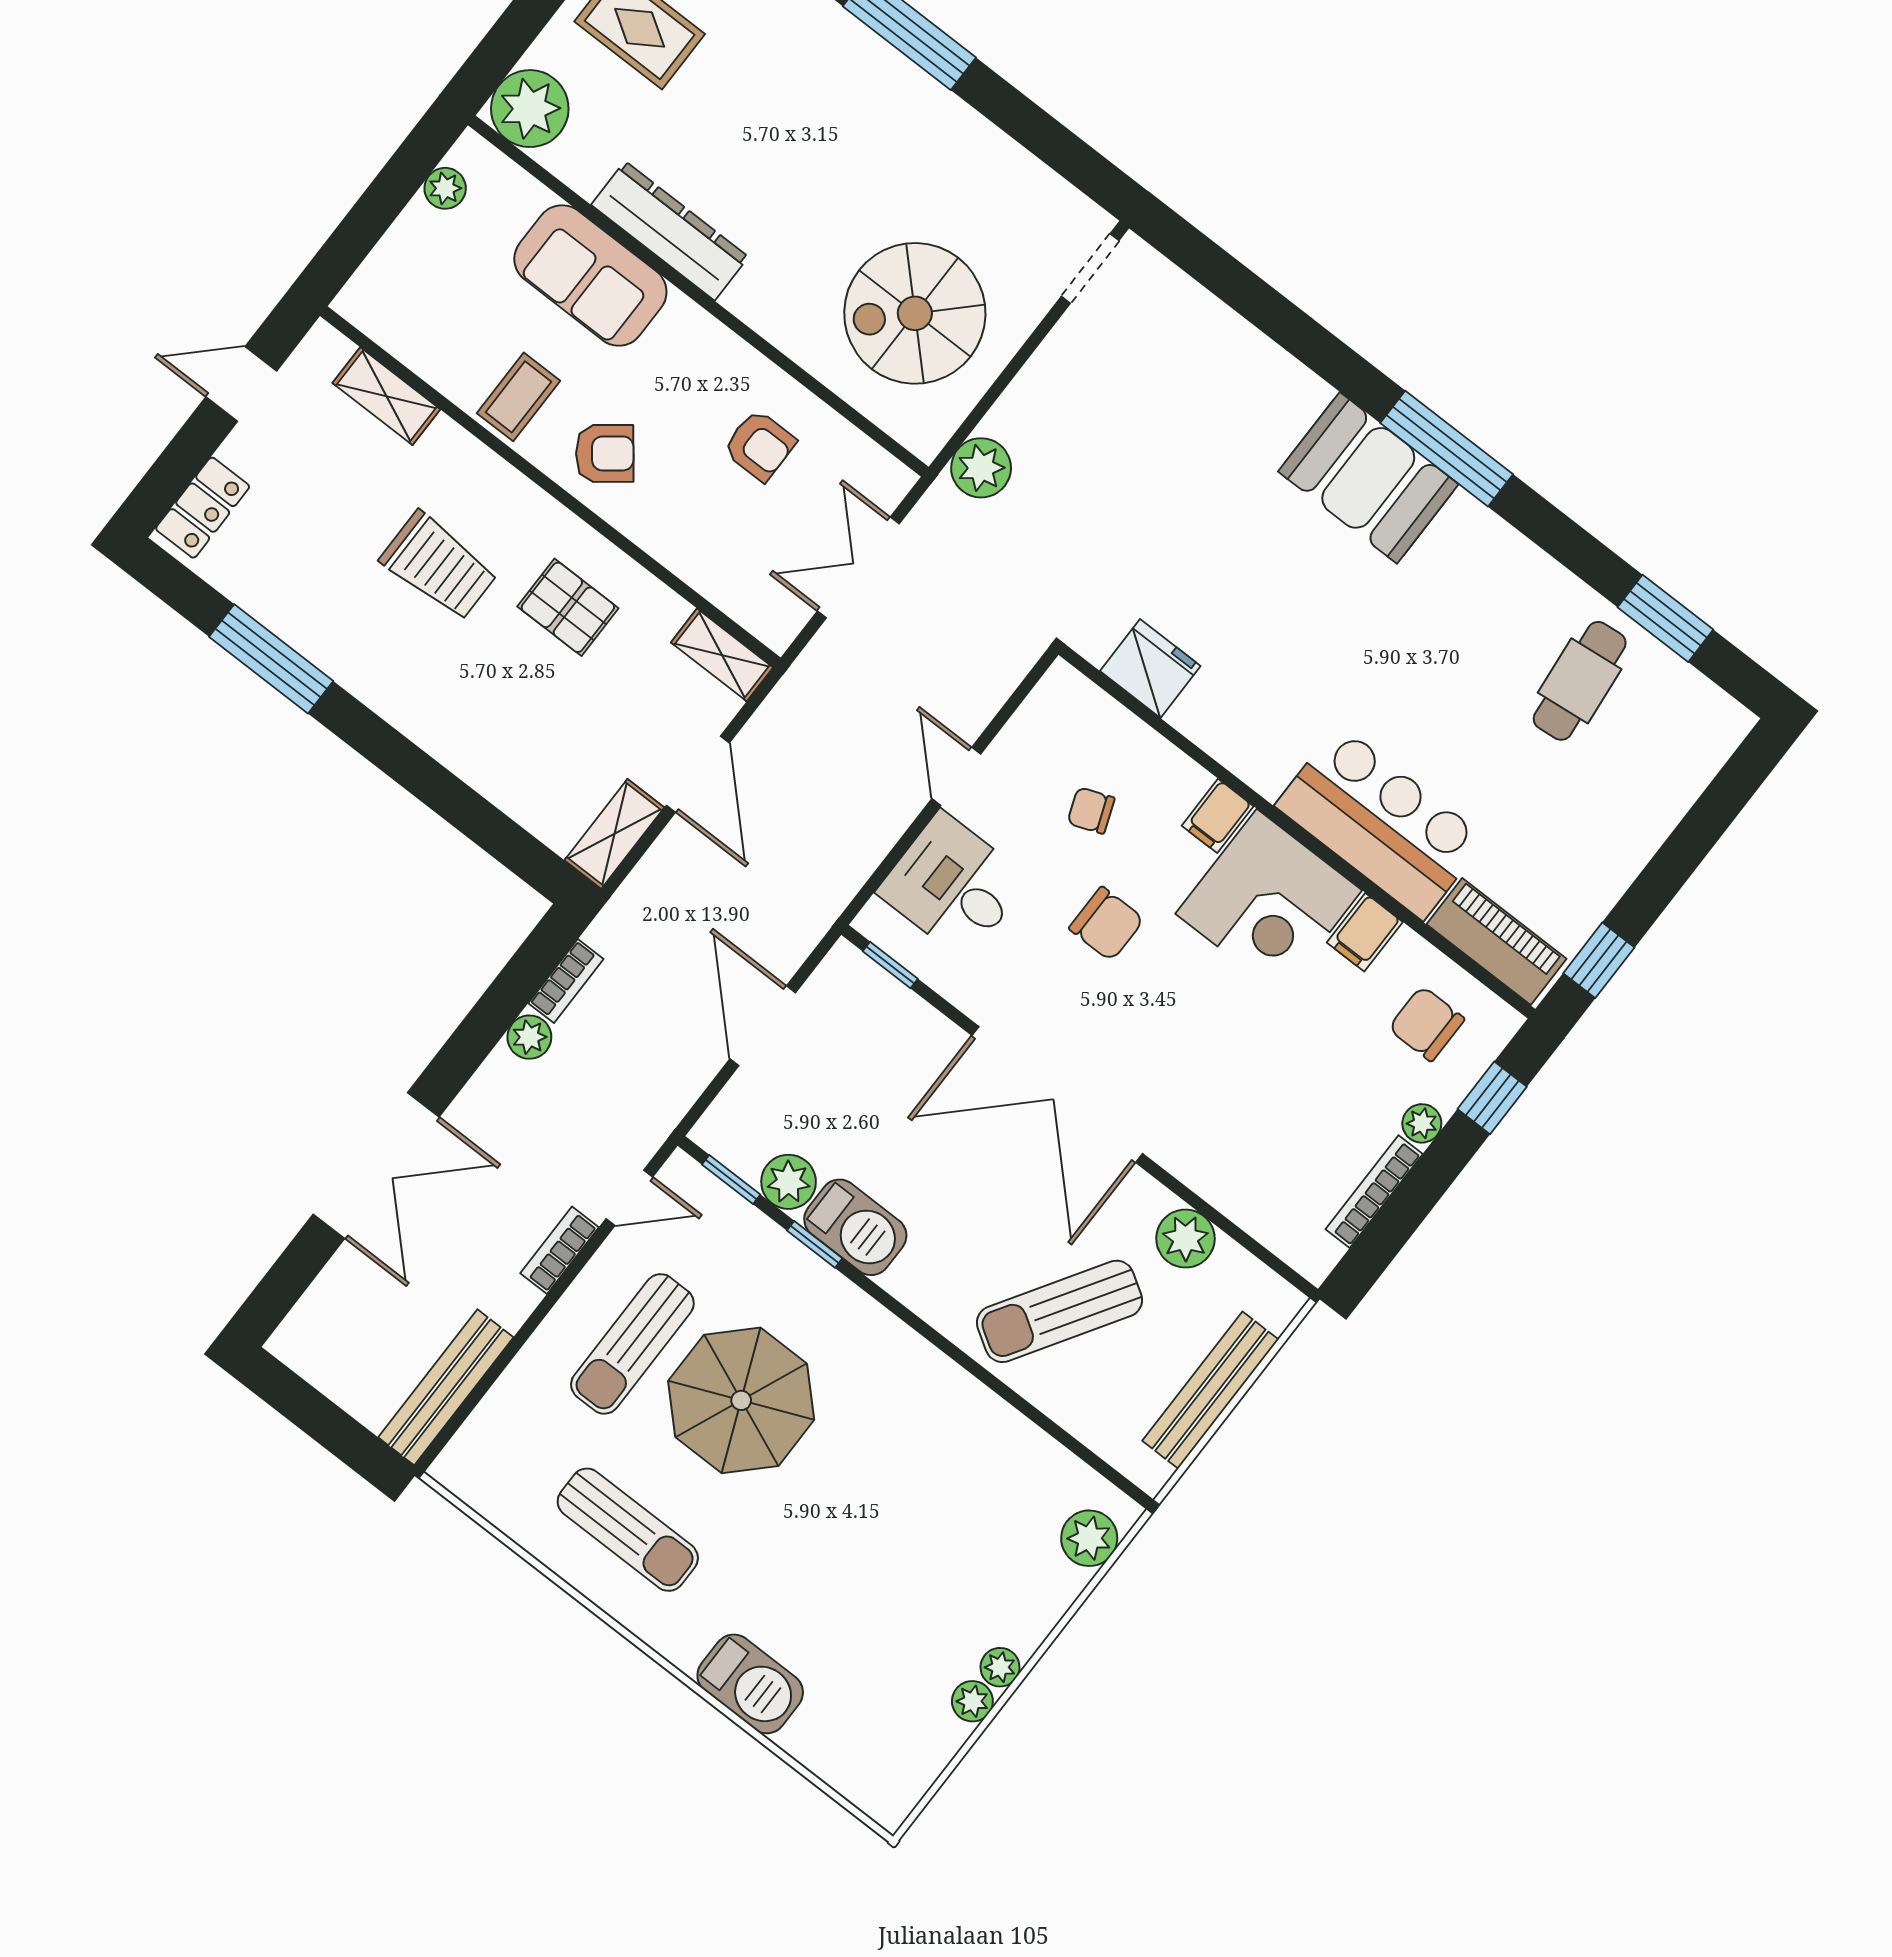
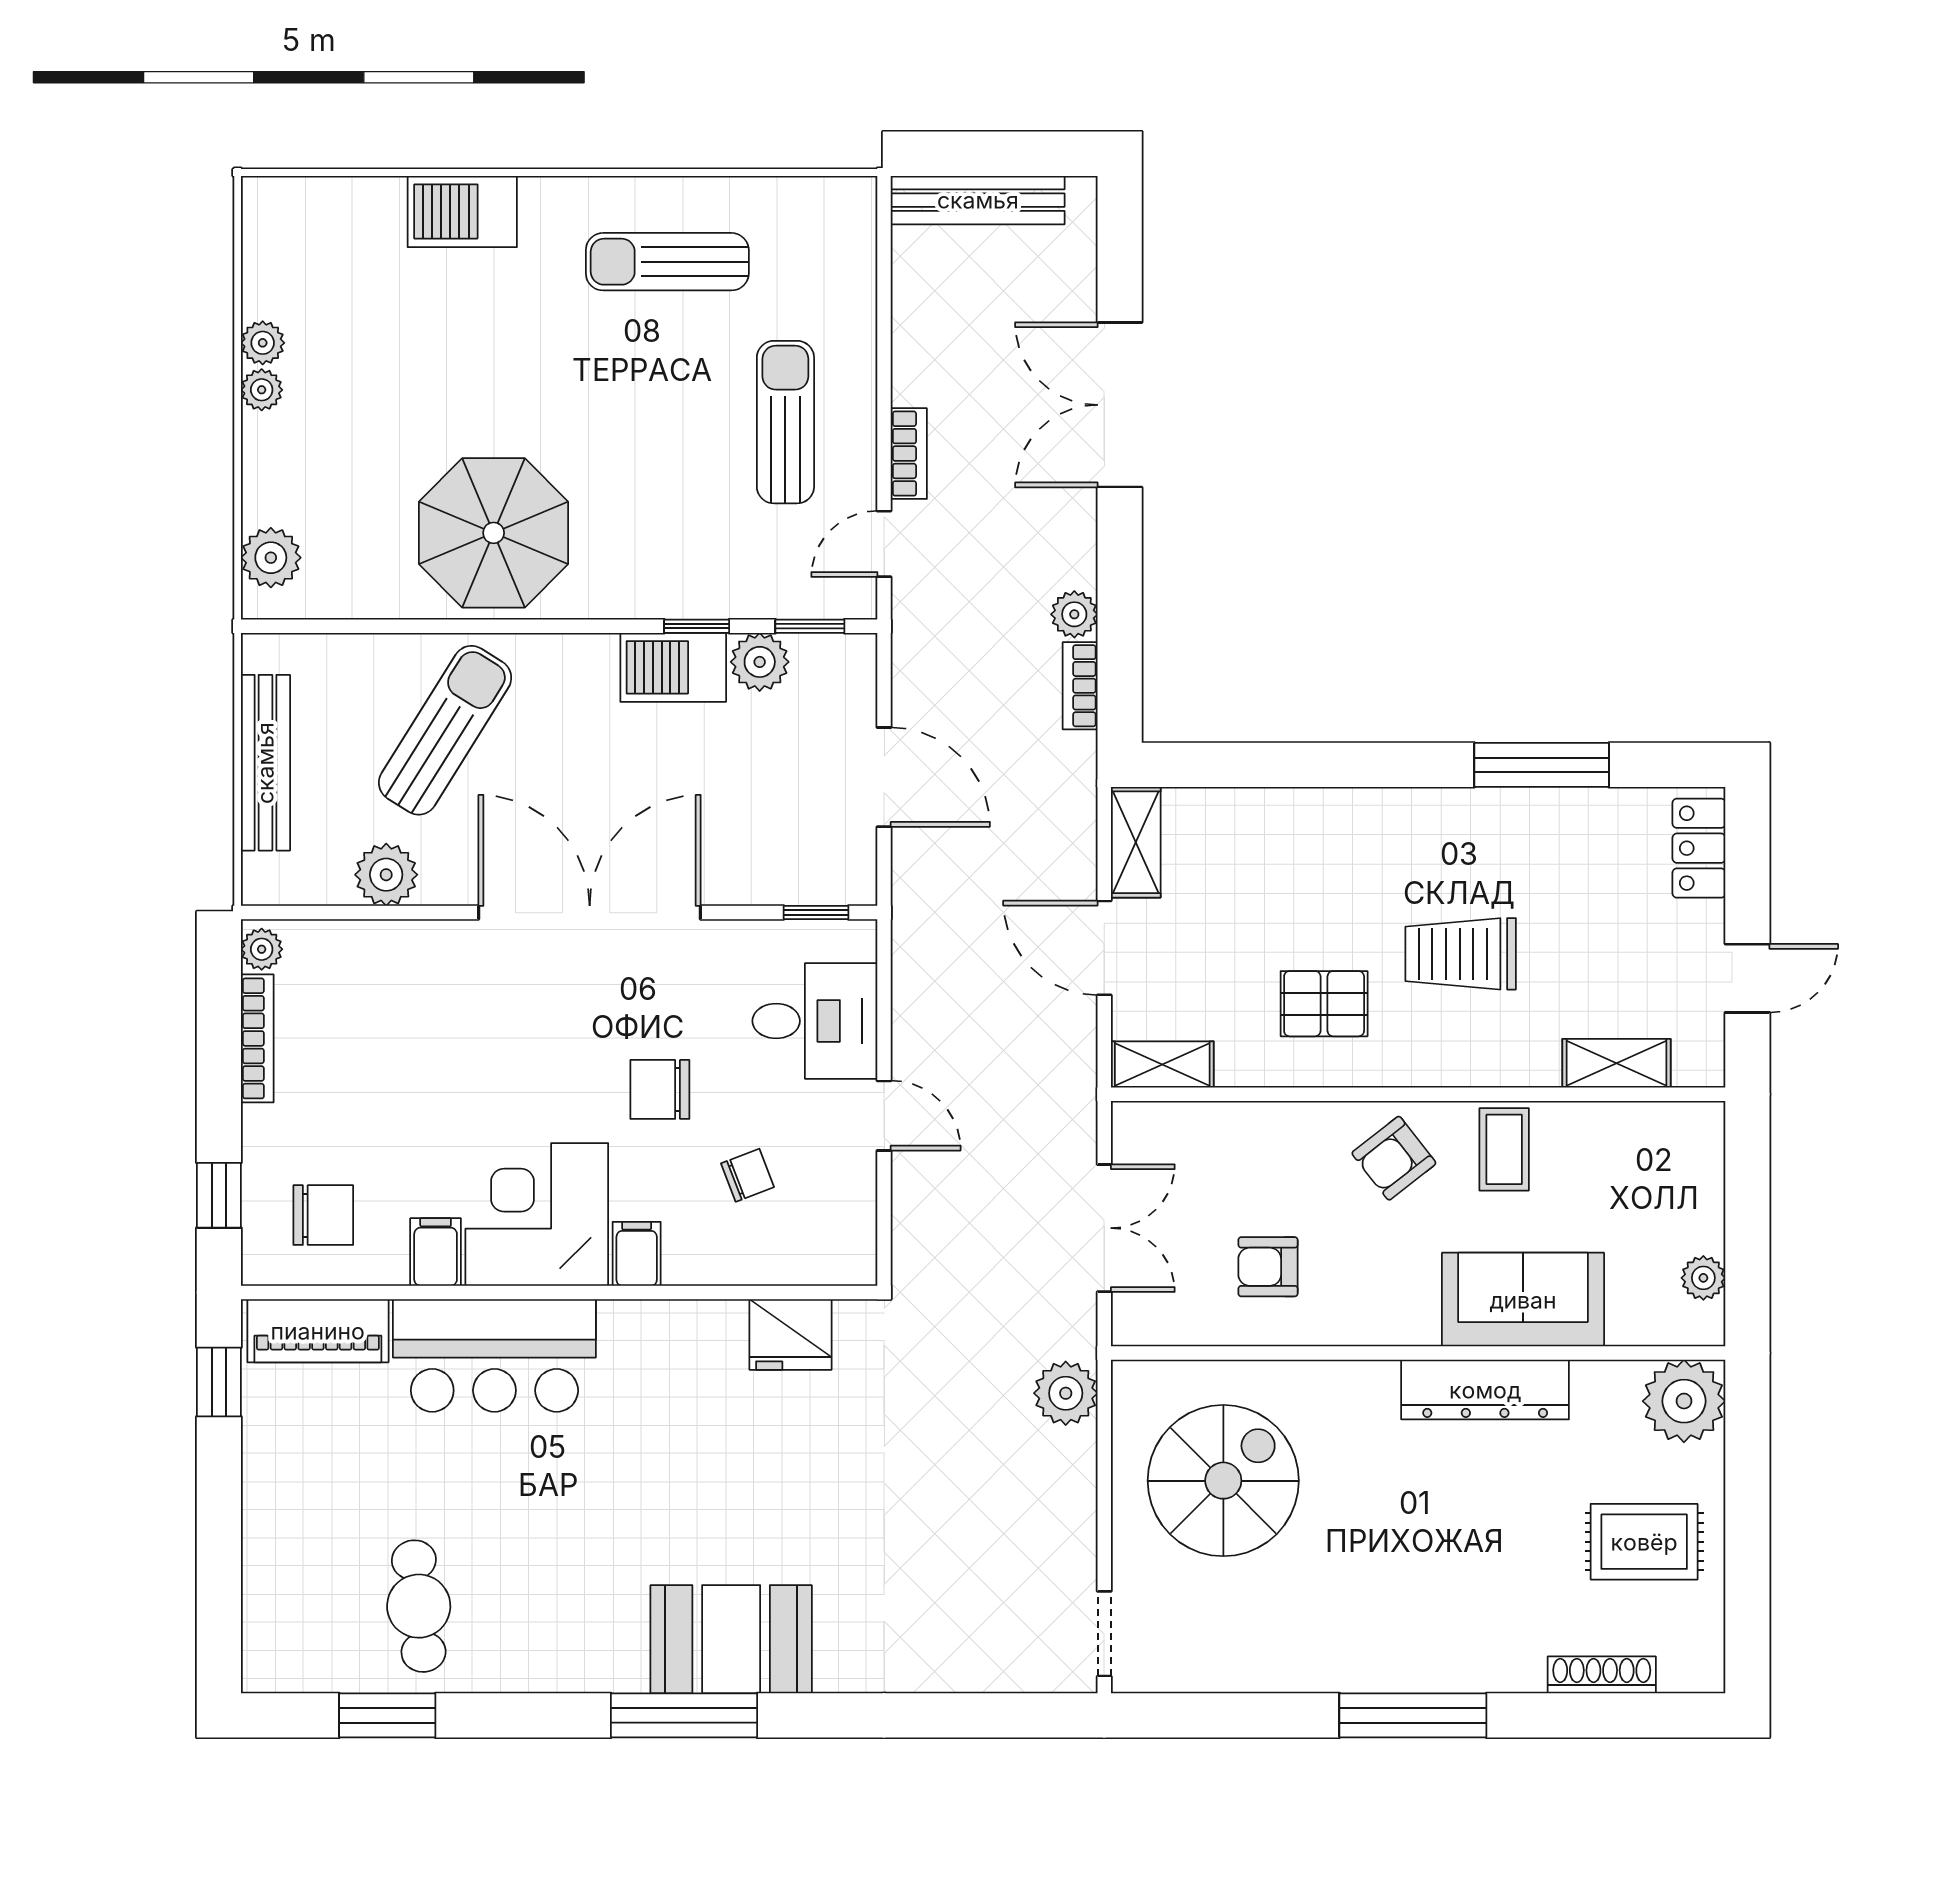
plant: (1422, 1123) -> (262, 949), moved
bench: (446, 1387) -> (978, 200), moved, turned 90
parasol: (741, 1400) -> (494, 533), moved

